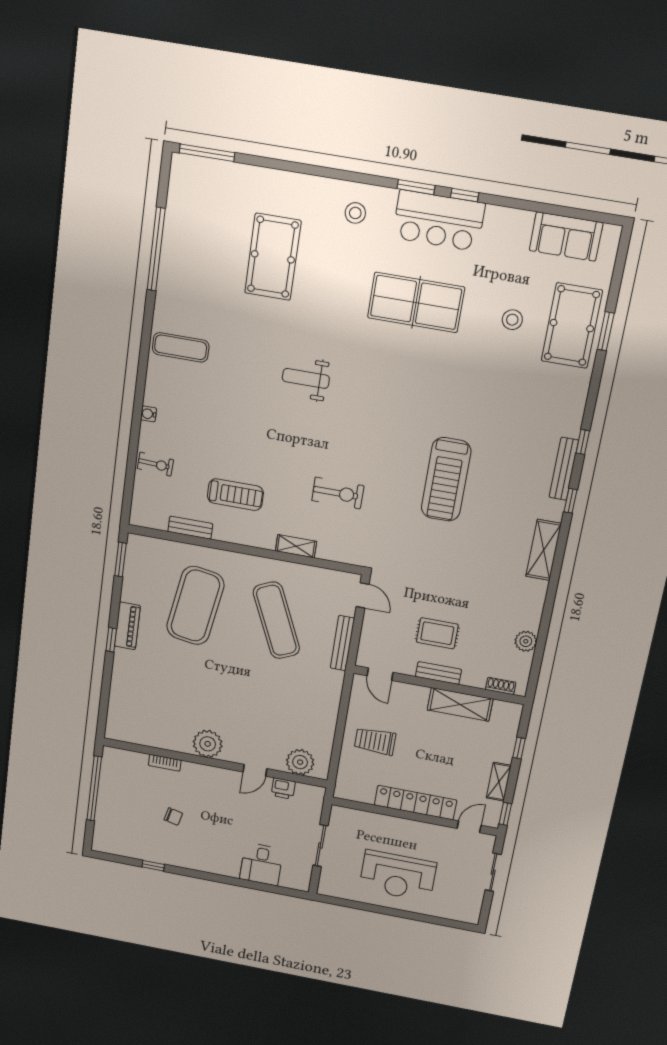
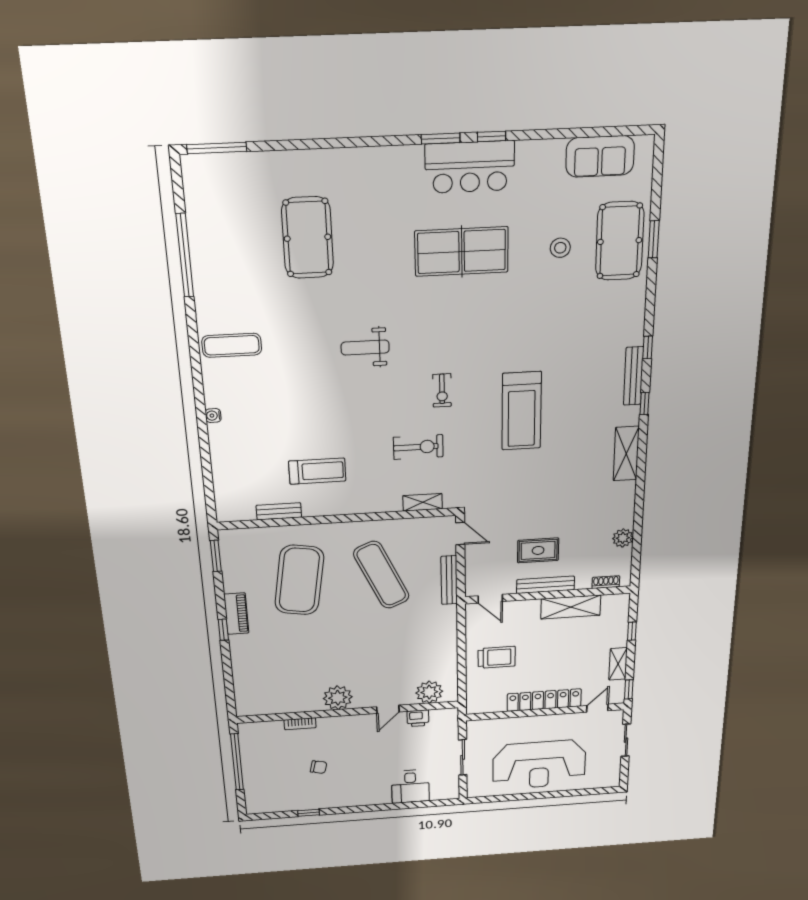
stool: (355, 213) -> (384, 177), removed
exercise bike: (155, 464) -> (442, 390), moved, turned 87
shelving: (296, 546) -> (423, 502), moved
bench: (438, 673) -> (545, 585), width x1.36
trolley: (375, 741) -> (497, 657), turned 180
reception desk: (398, 876) -> (539, 765), width x1.36, depth x1.30

